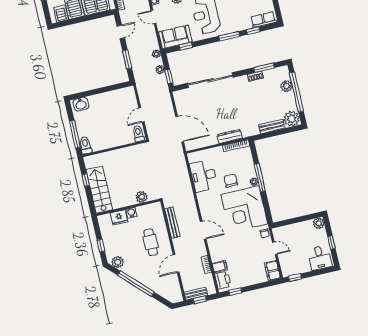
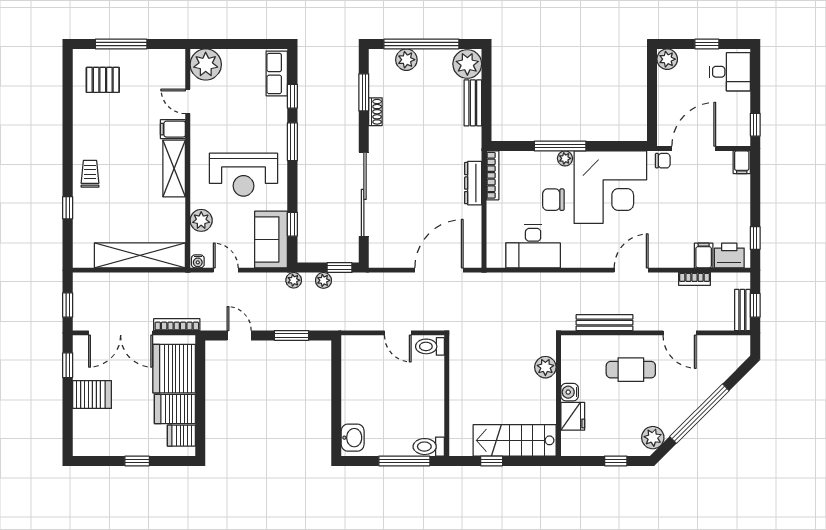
door: (153, 17) -> (226, 270), swing flipped
door: (275, 248) -> (694, 149), width x1.87
filing cabinet: (272, 271) -> (742, 162), width x0.50

